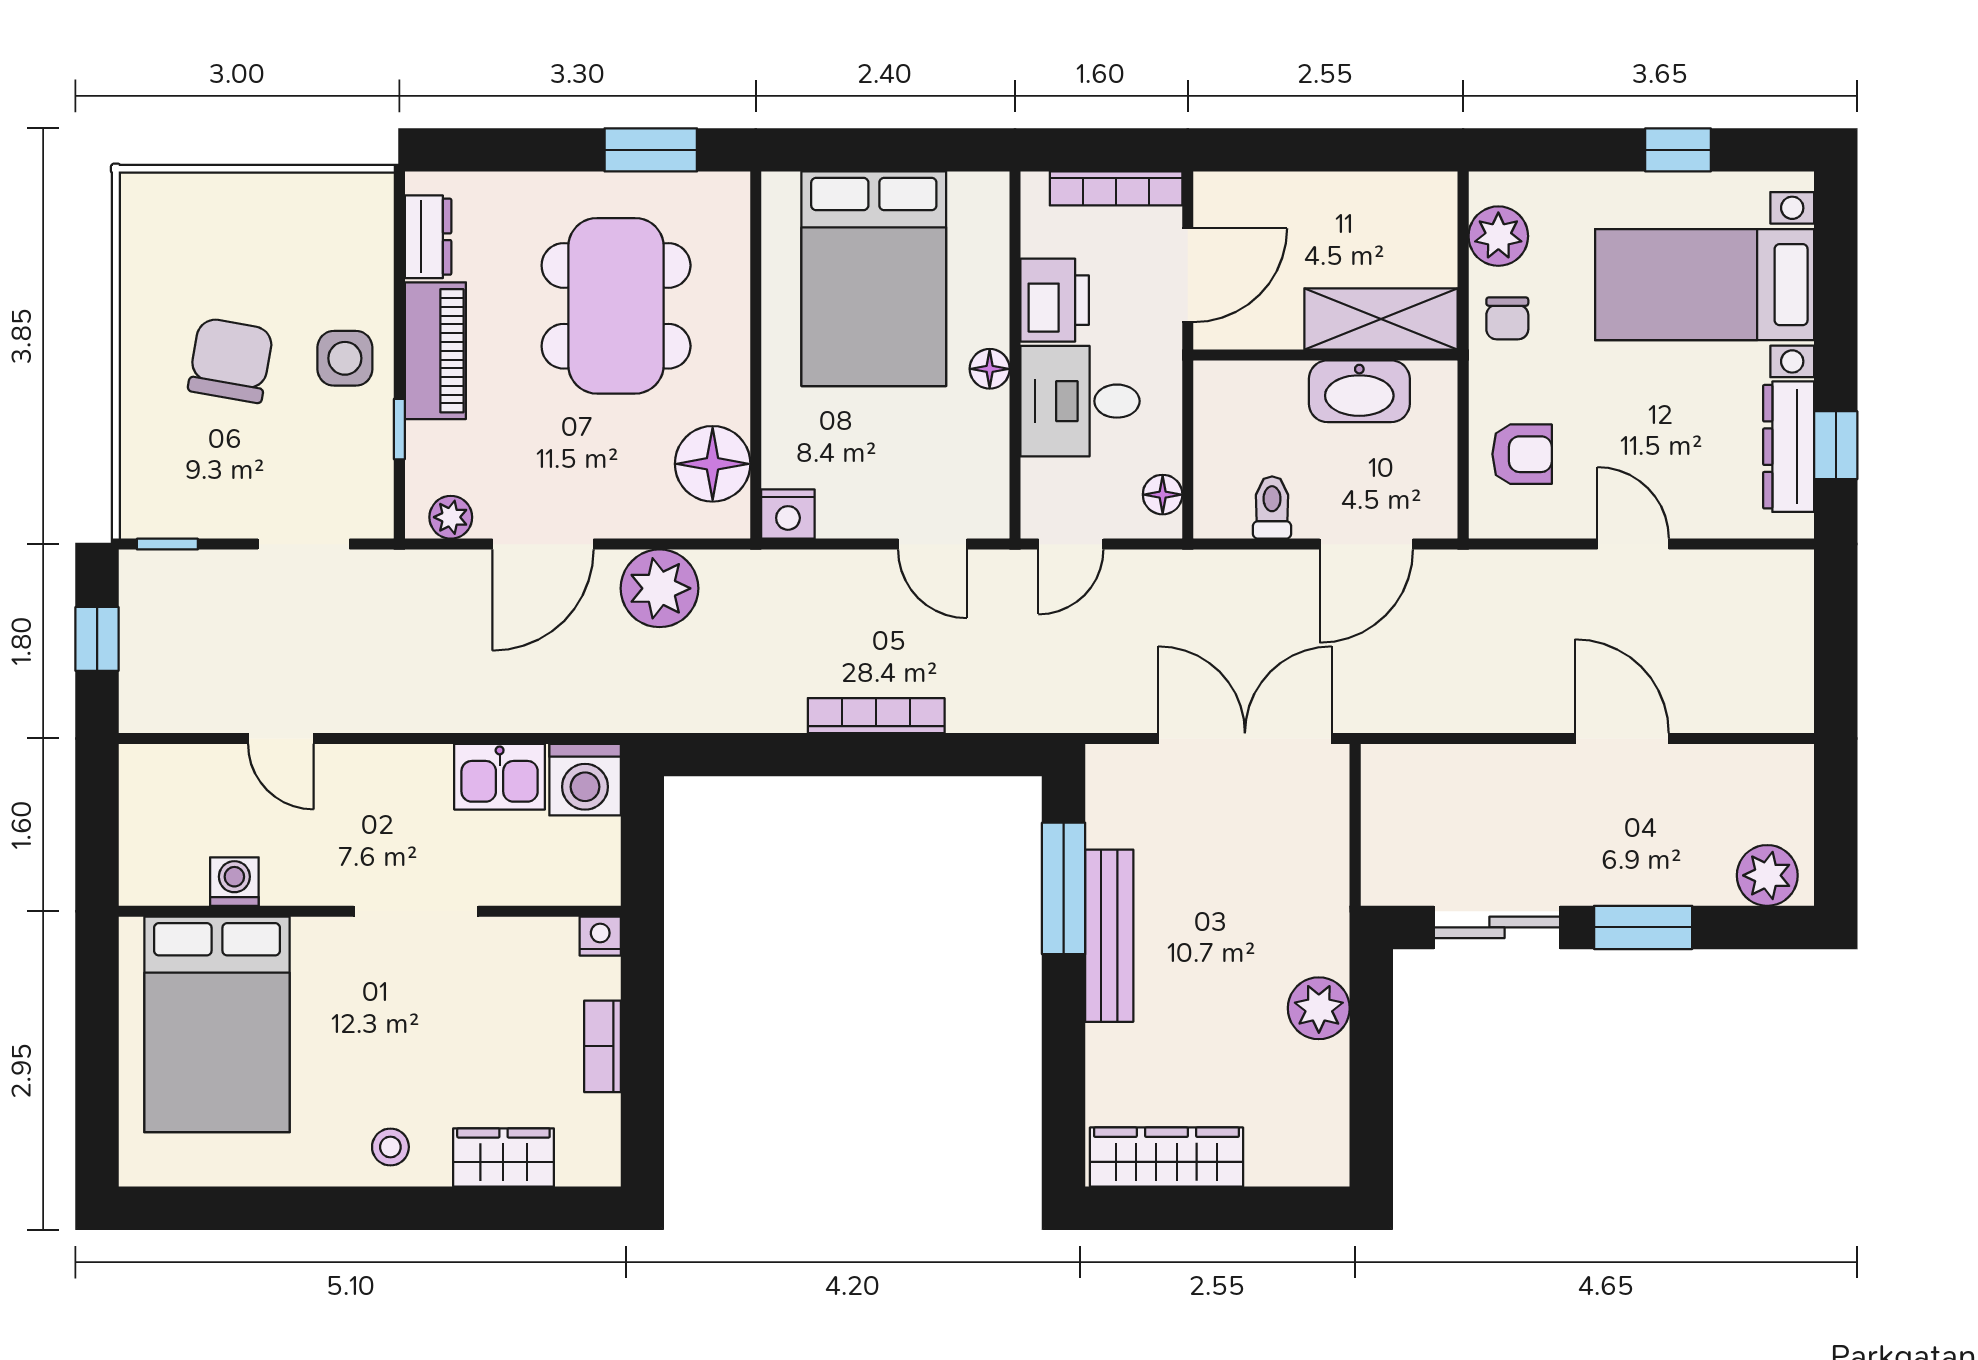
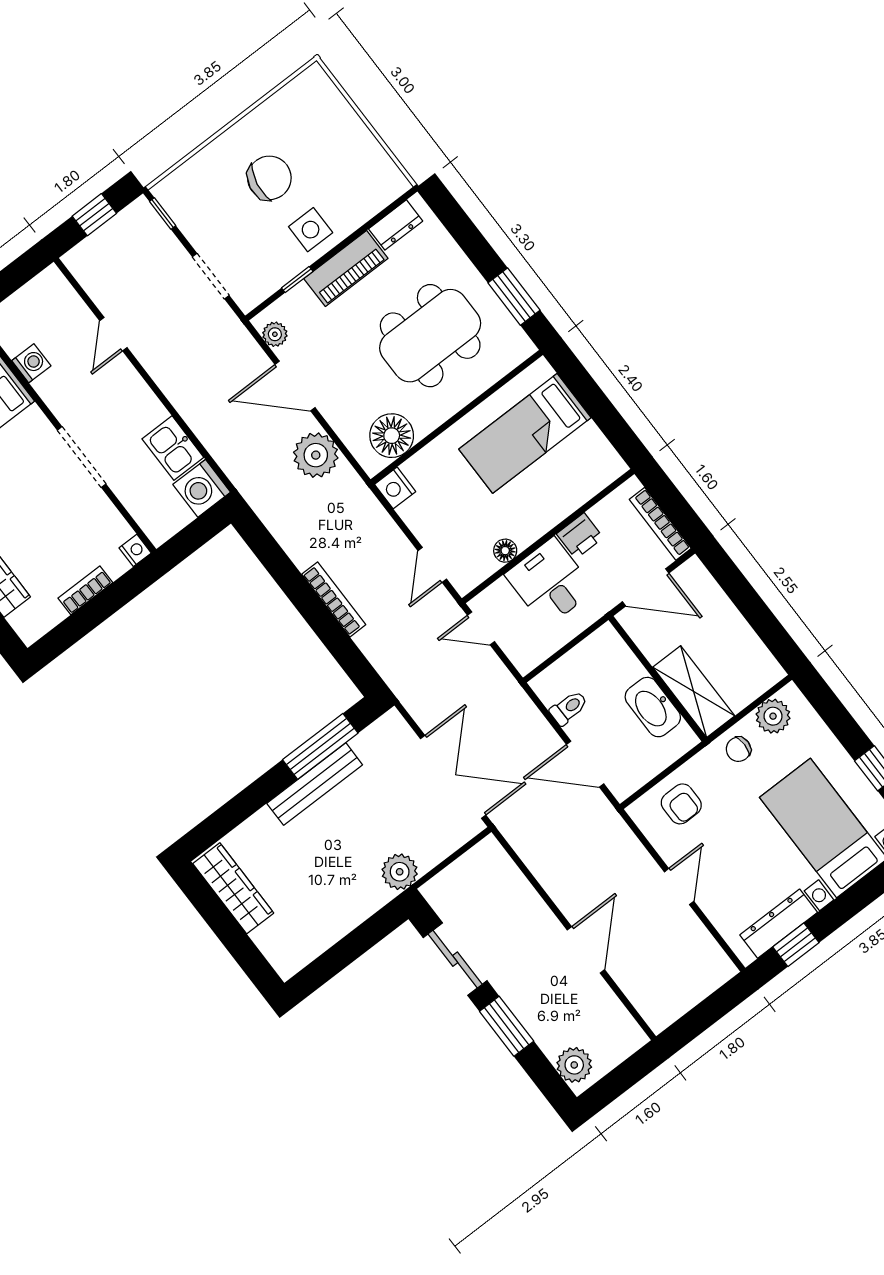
bed: (874, 279) -> (525, 433), width x0.67
printer: (1055, 300) -> (580, 536), width x0.73, depth x0.81
floor lamp: (990, 369) -> (505, 551), moved
floor lamp: (1163, 495) -> (536, 653), removed
plant: (1319, 1008) -> (400, 872), moved

